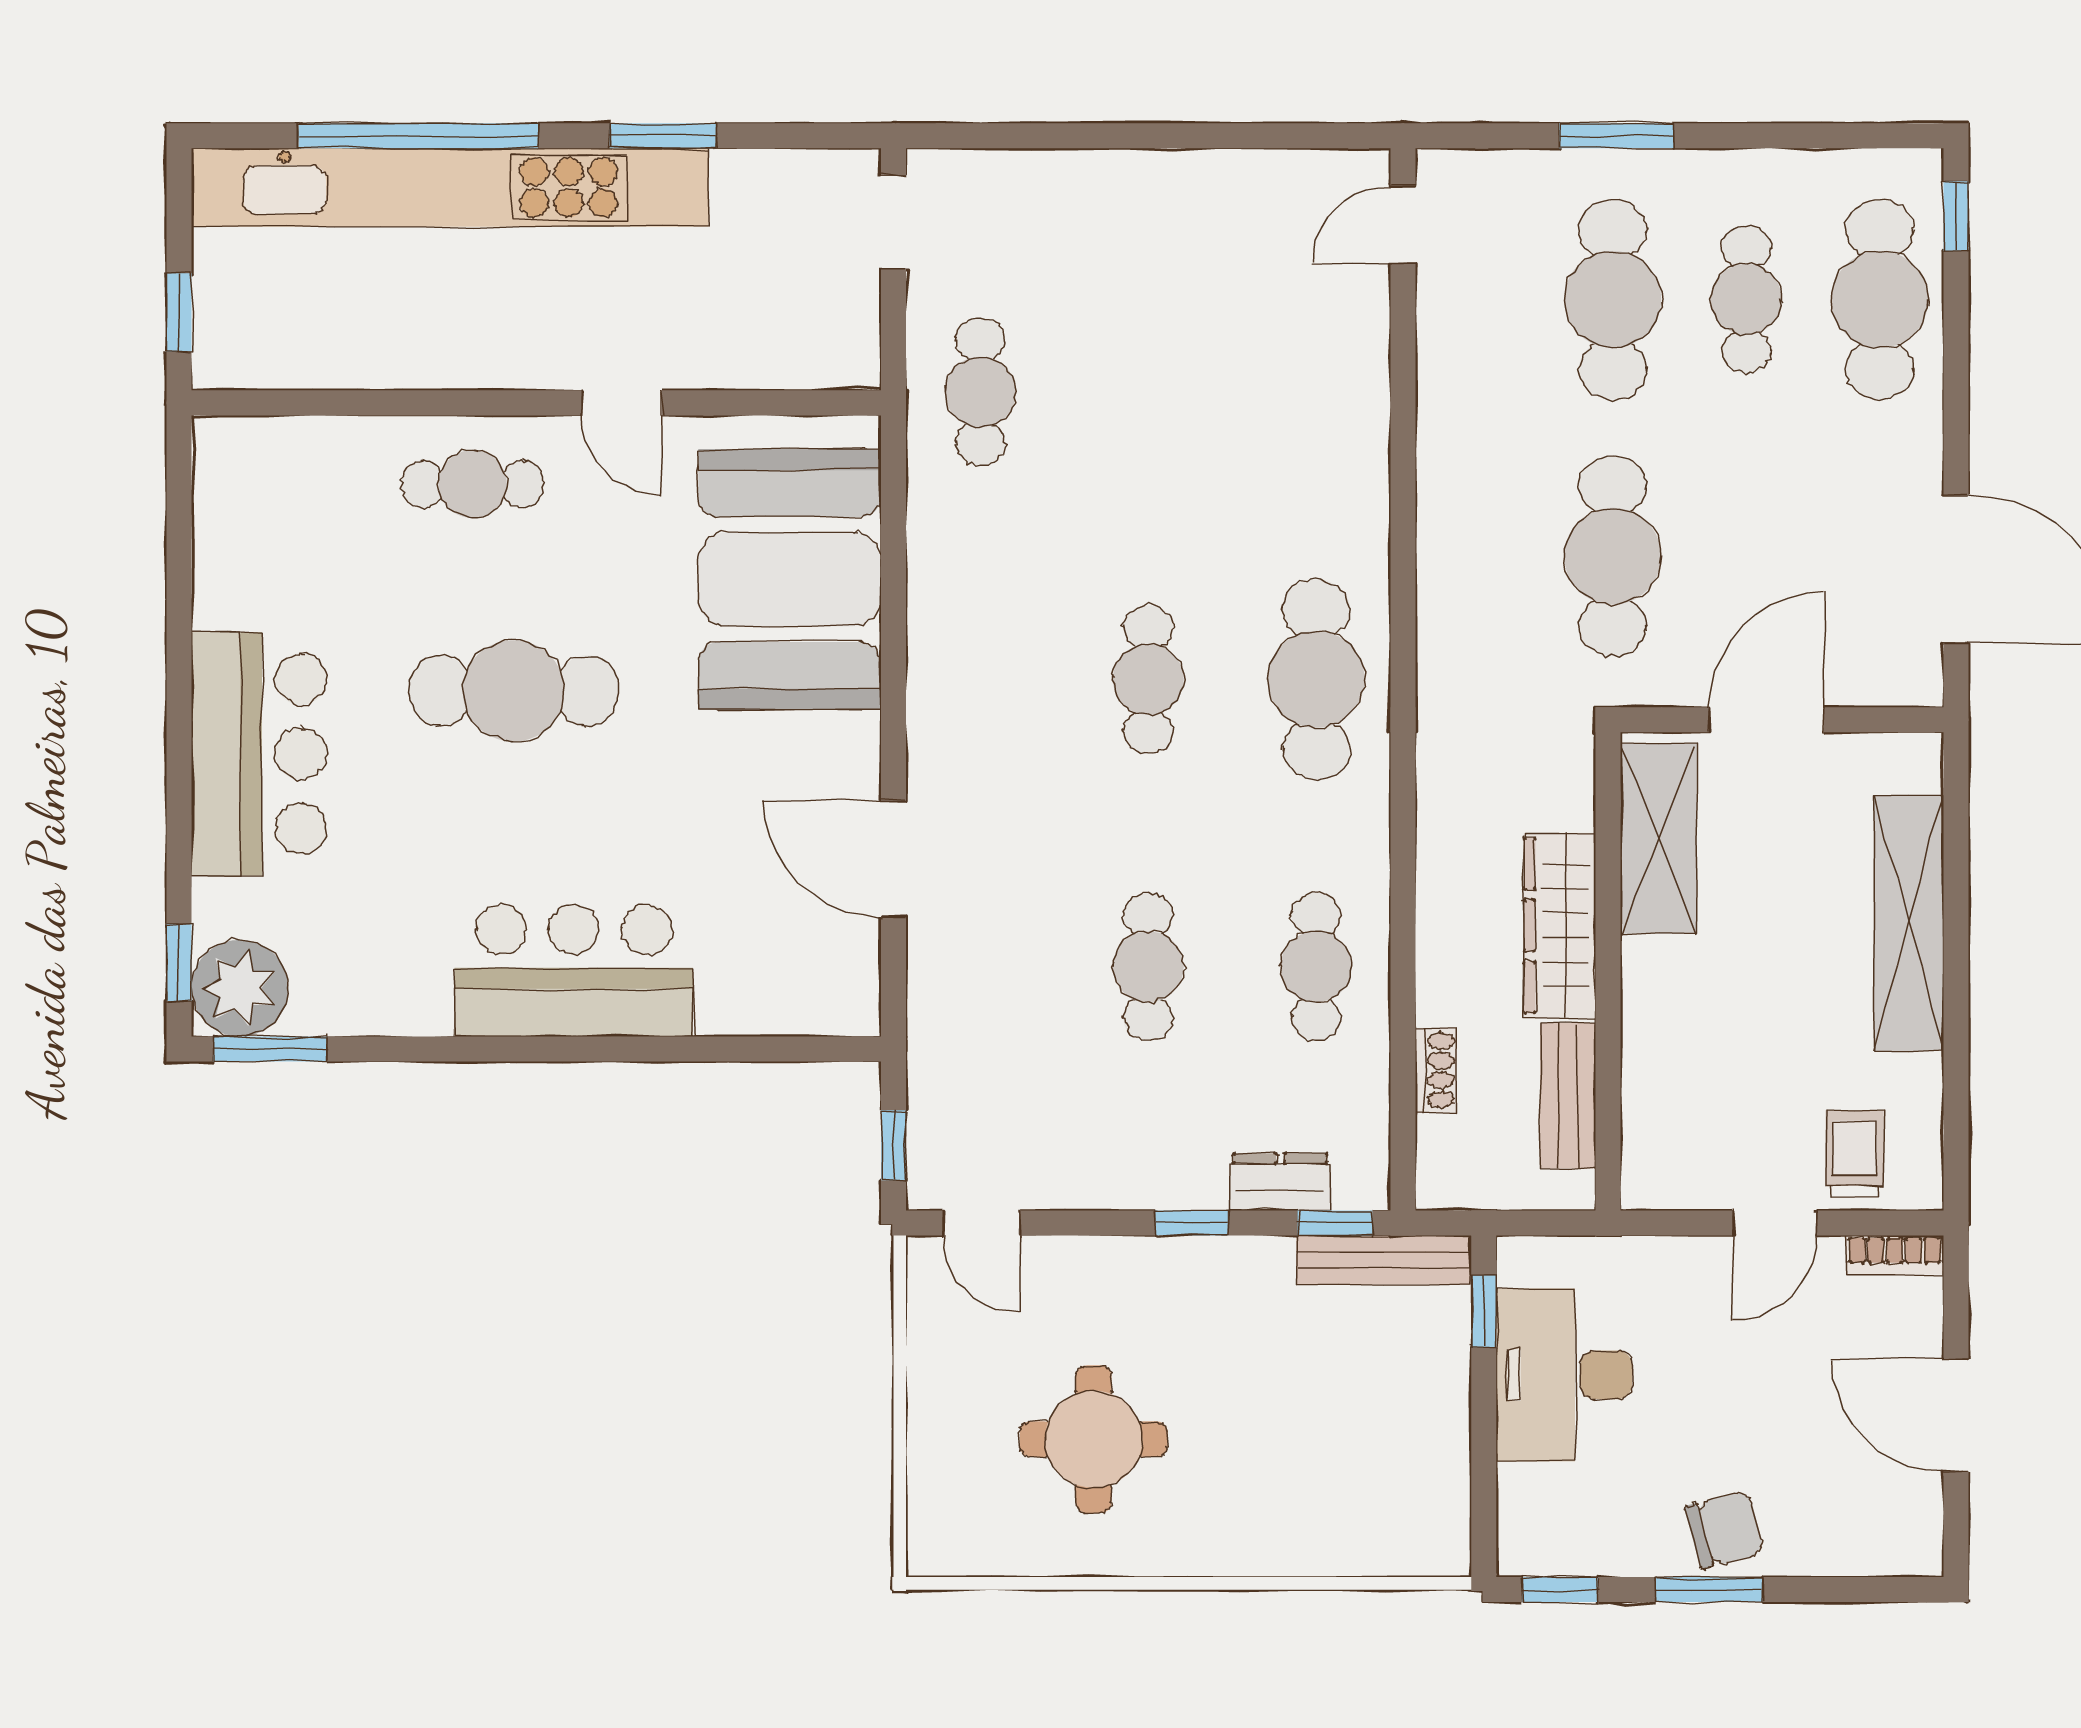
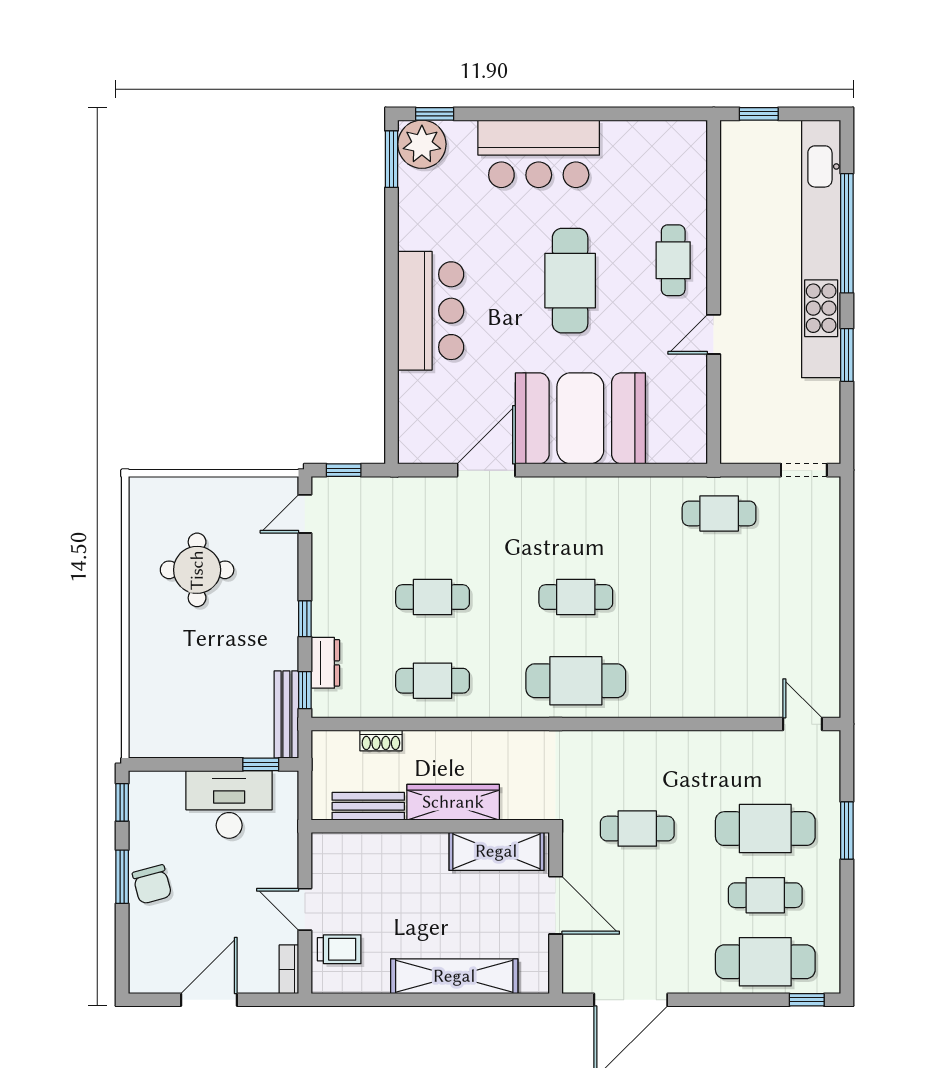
cafe table: (1613, 556) -> (637, 829), width x0.73, depth x0.74
booth: (790, 579) -> (580, 418), moved

